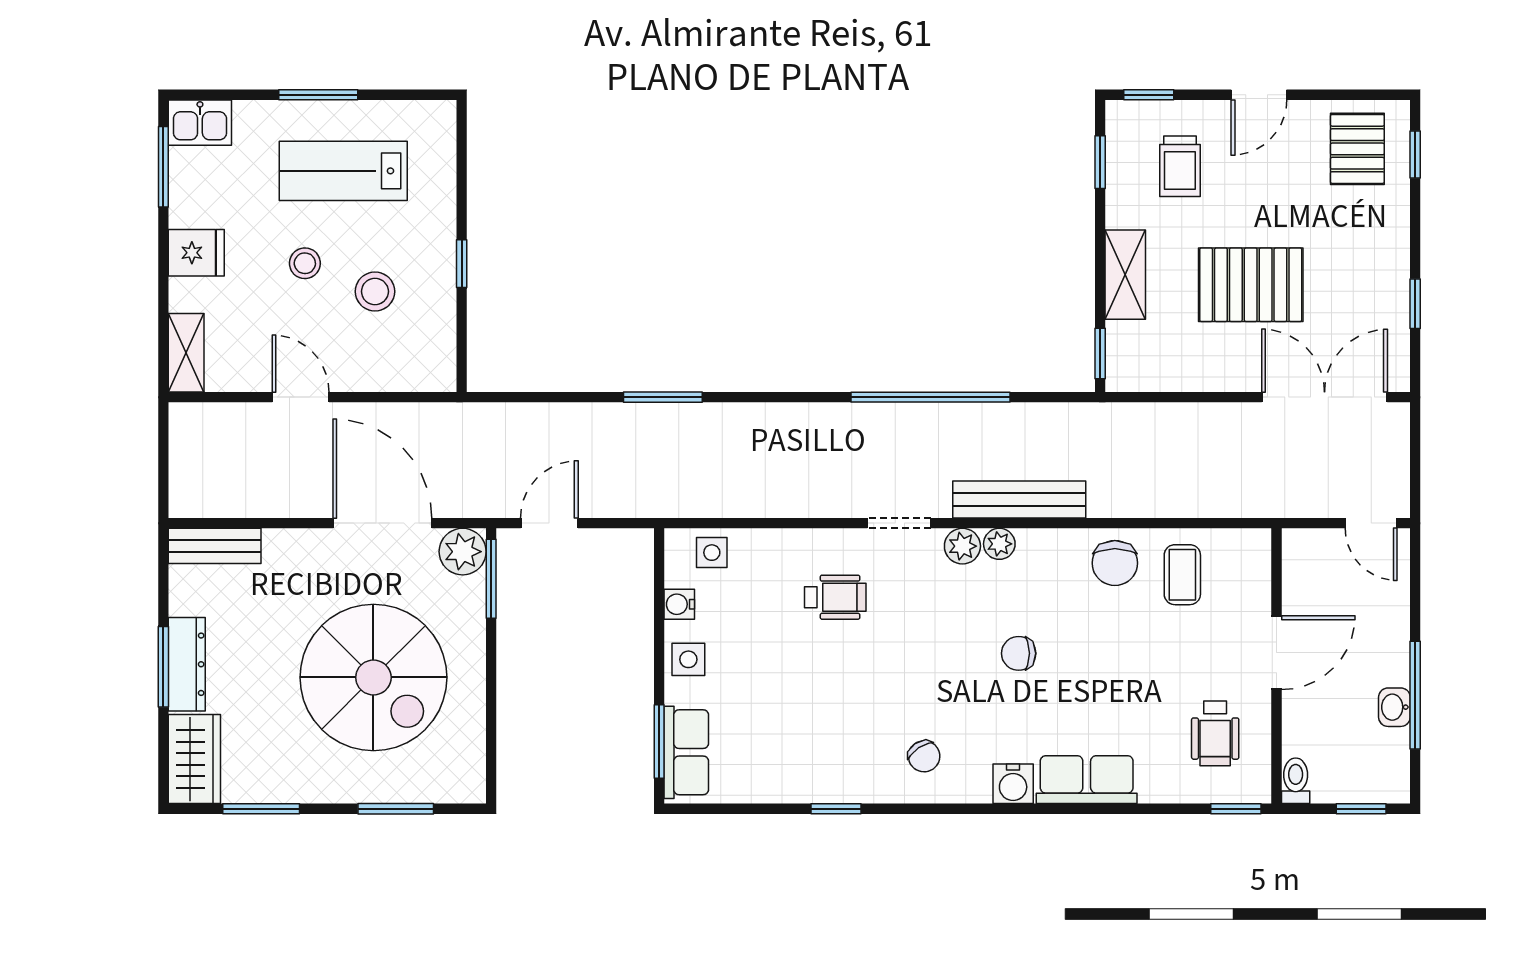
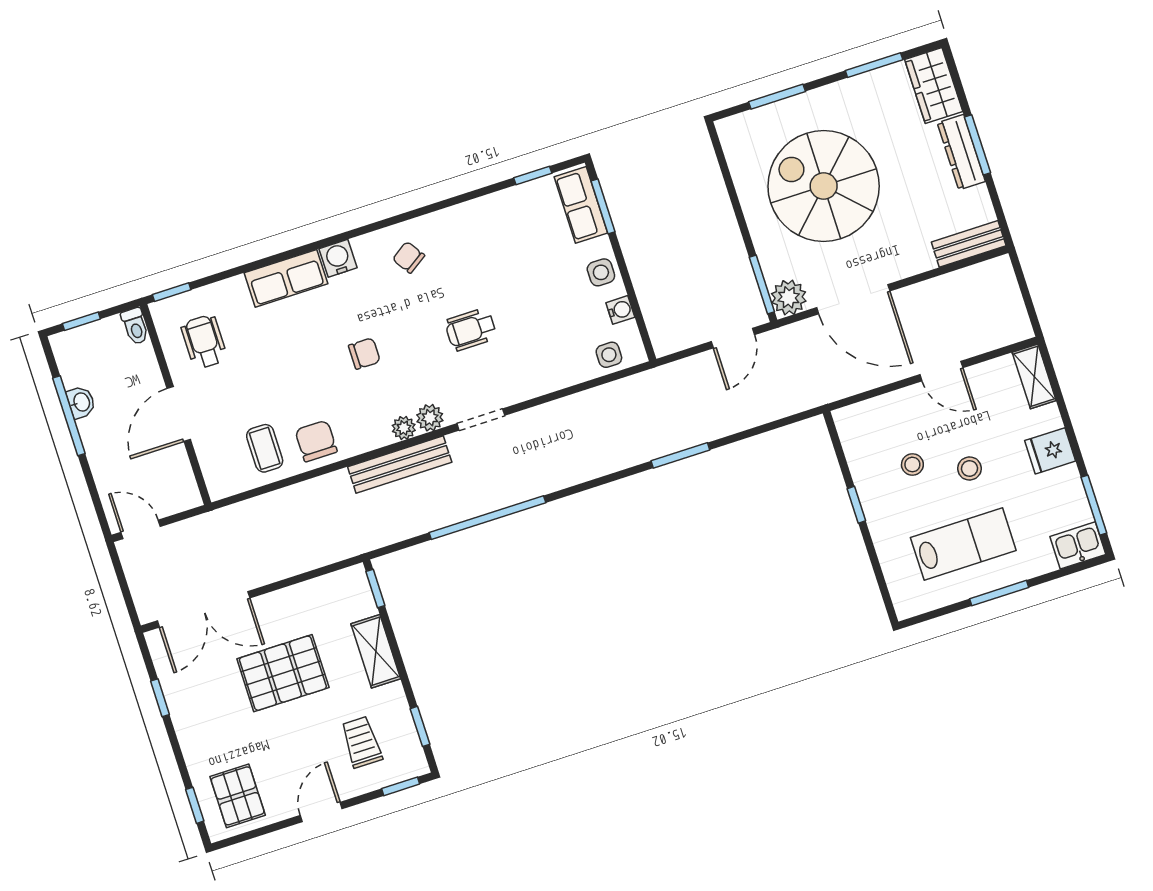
stool: (375, 291) -> (912, 464), width x0.73, depth x0.73
wheelchair: (835, 597) -> (471, 329), moved
window: (836, 809) -> (533, 175), moved

